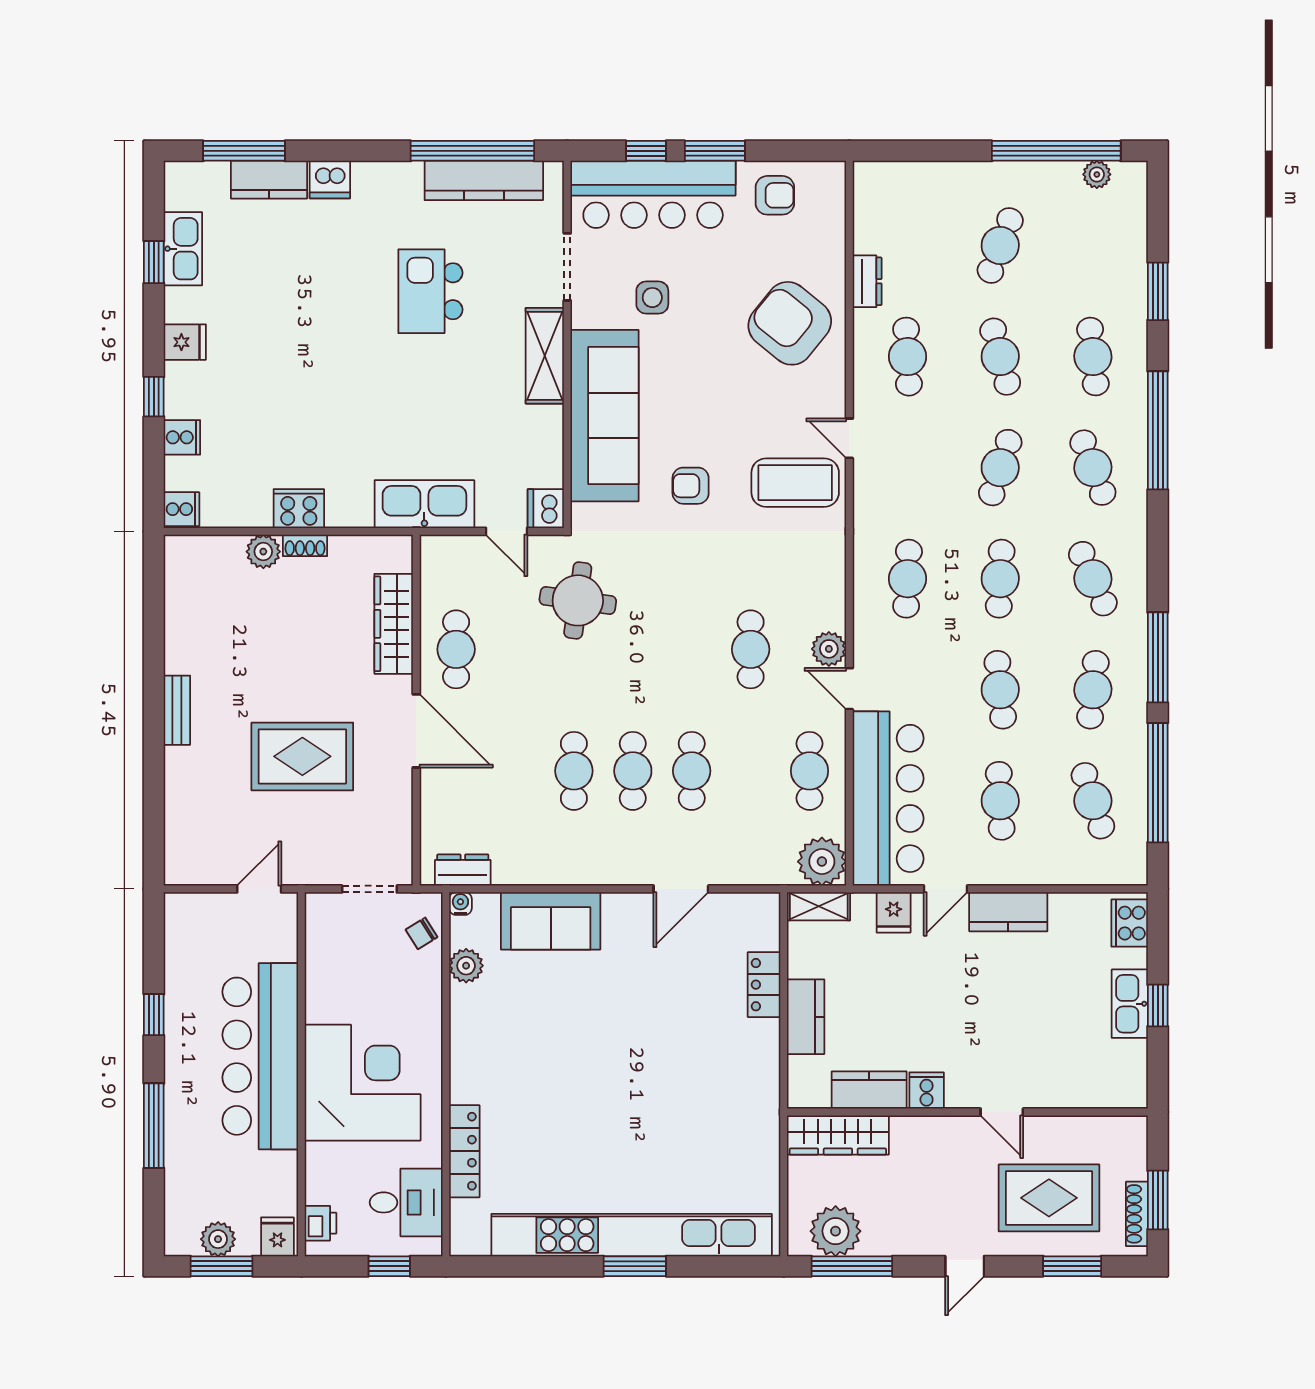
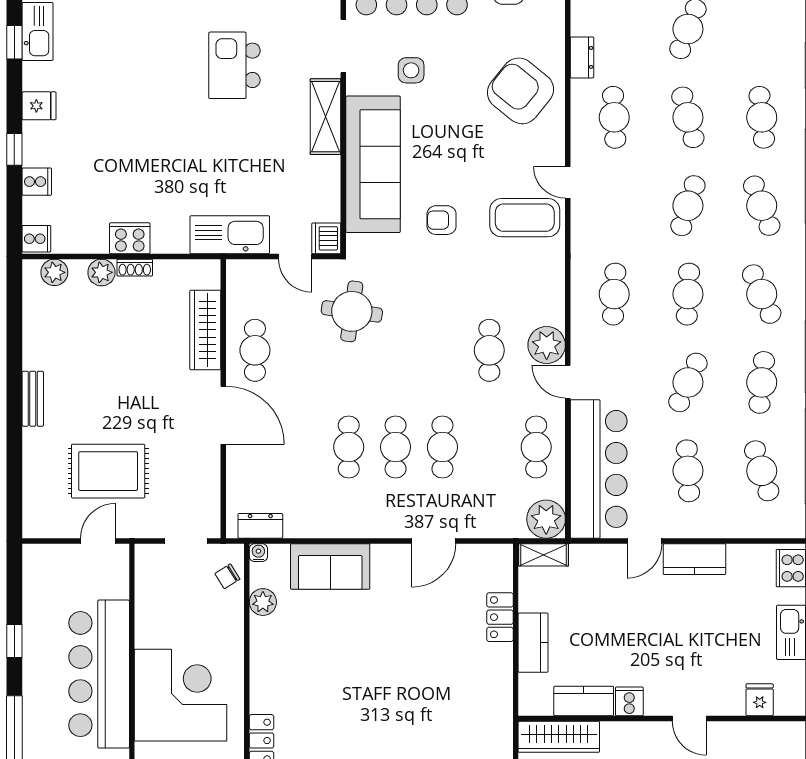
plant: (204, 551) -> (54, 272), added
plant: (829, 649) -> (547, 345), width x1.36, depth x1.36
cafe table: (1000, 690) -> (688, 382), turned 30
rug: (302, 756) -> (108, 471), moved
fridge: (894, 912) -> (760, 700), moved, turned 180

